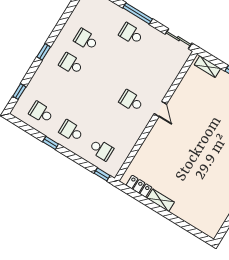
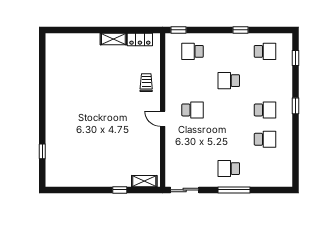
school desk: (131, 34) -> (229, 169), turned 180
school desk: (71, 131) -> (229, 81), moved, turned 180
trolley: (156, 147) -> (146, 83), added

